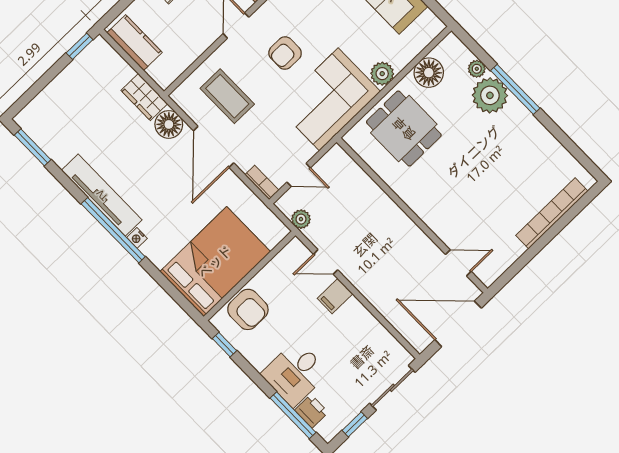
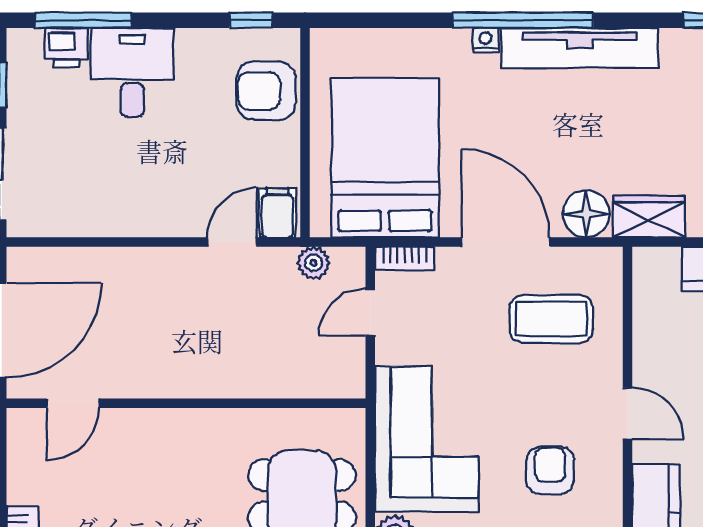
armchair: (285, 53) -> (550, 470), moved
bed: (215, 262) -> (385, 158), moved, turned 180
filing cabinet: (335, 296) -> (277, 213), moved

